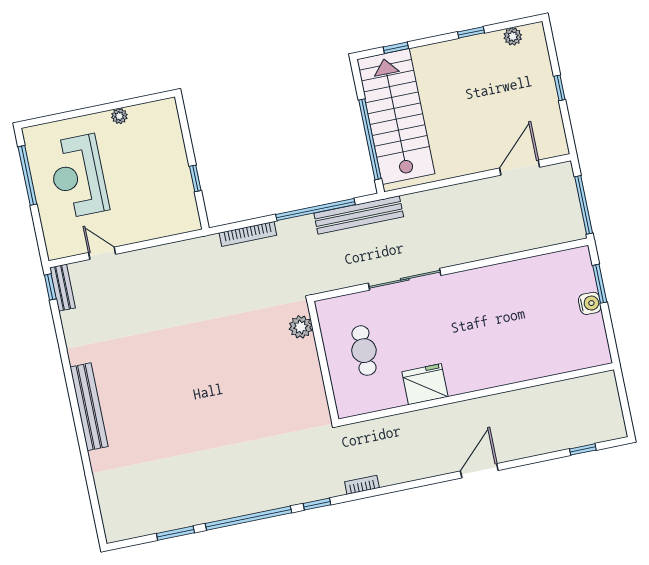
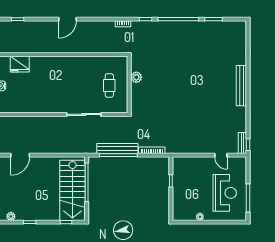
bench: (359, 215) -> (117, 148), moved
plant: (301, 327) -> (136, 77), moved
fridge: (425, 384) -> (20, 64), moved

